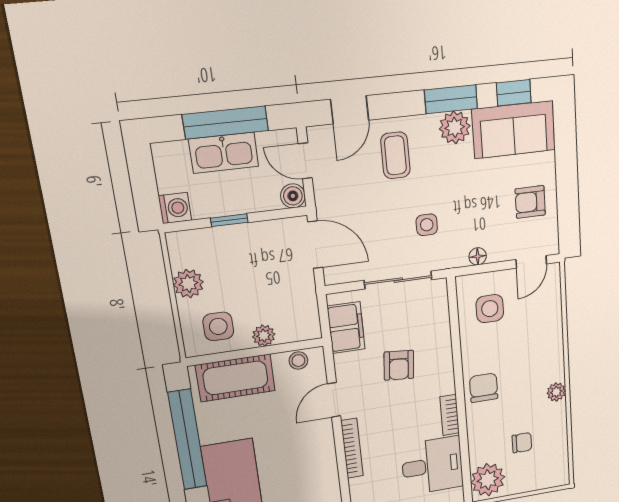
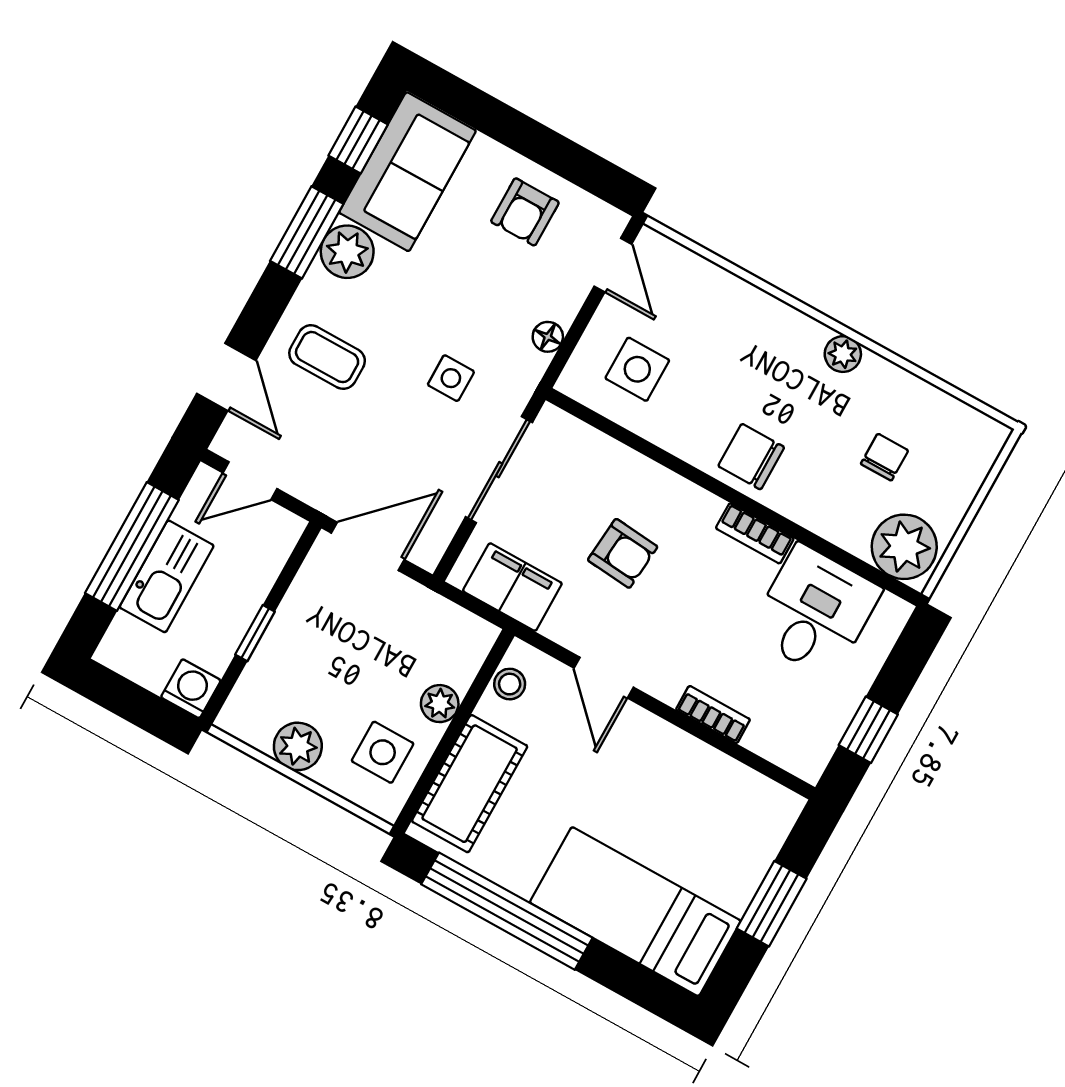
boiler: (293, 196) -> (283, 529), removed
bookcase: (352, 448) -> (713, 714), width x0.64

